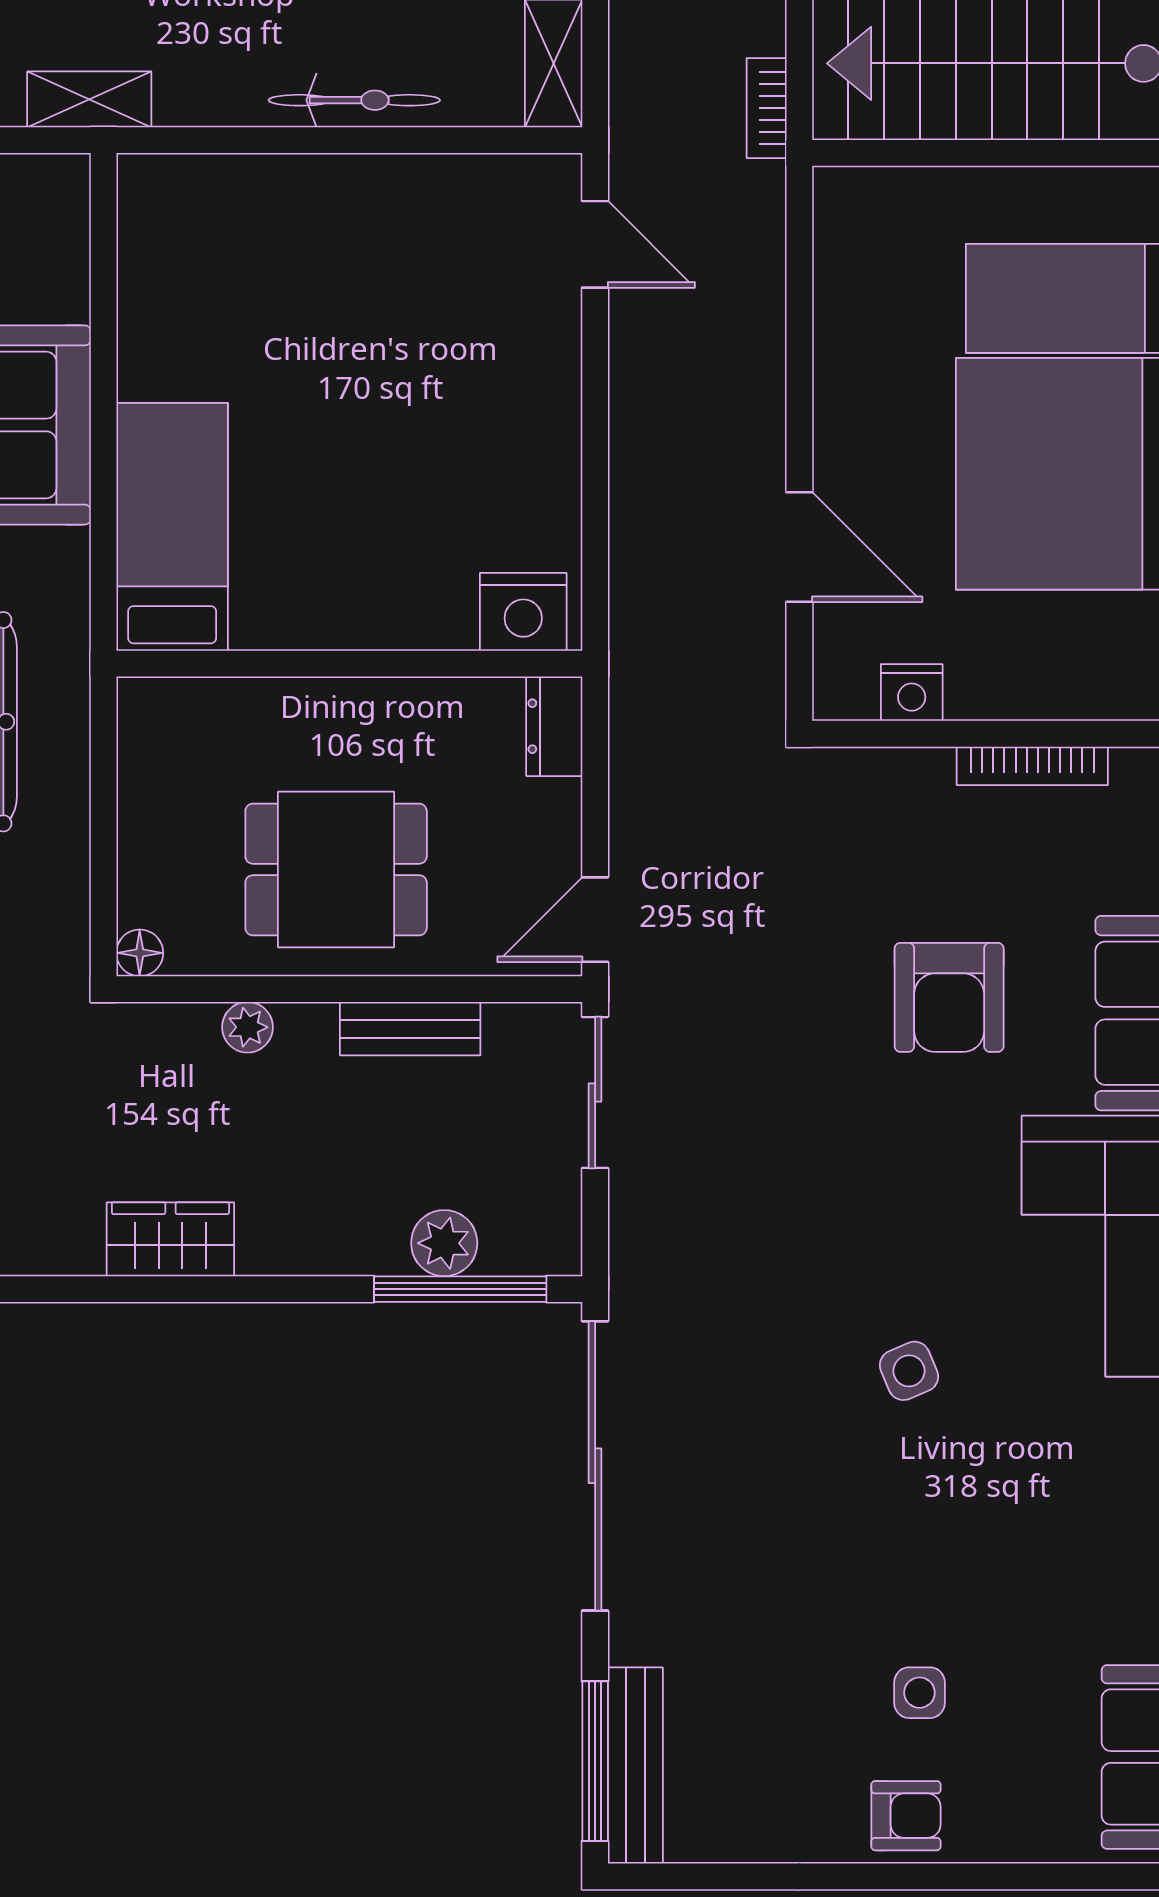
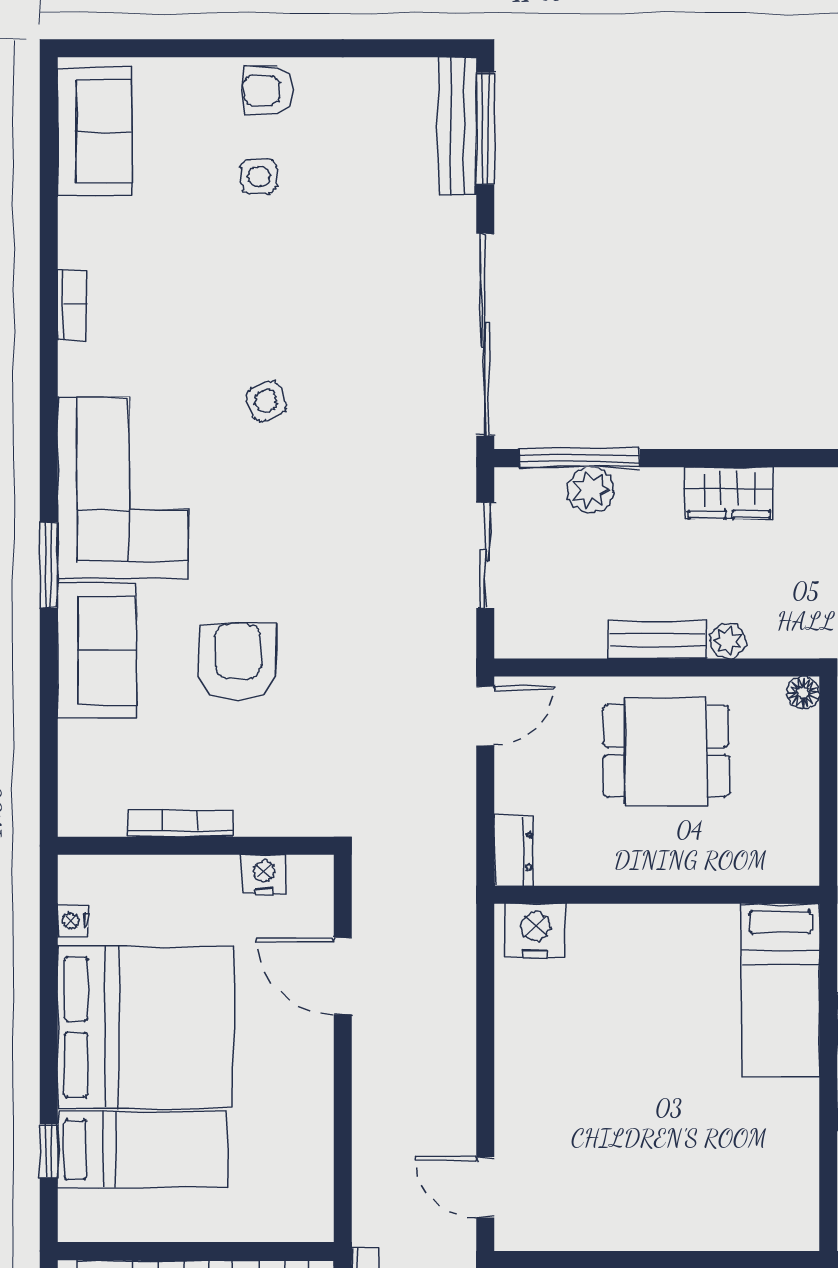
bench: (410, 1029) -> (658, 640), moved
sliding door: (595, 1092) -> (485, 555), moved
wardrobe: (170, 1239) -> (729, 493), moved

